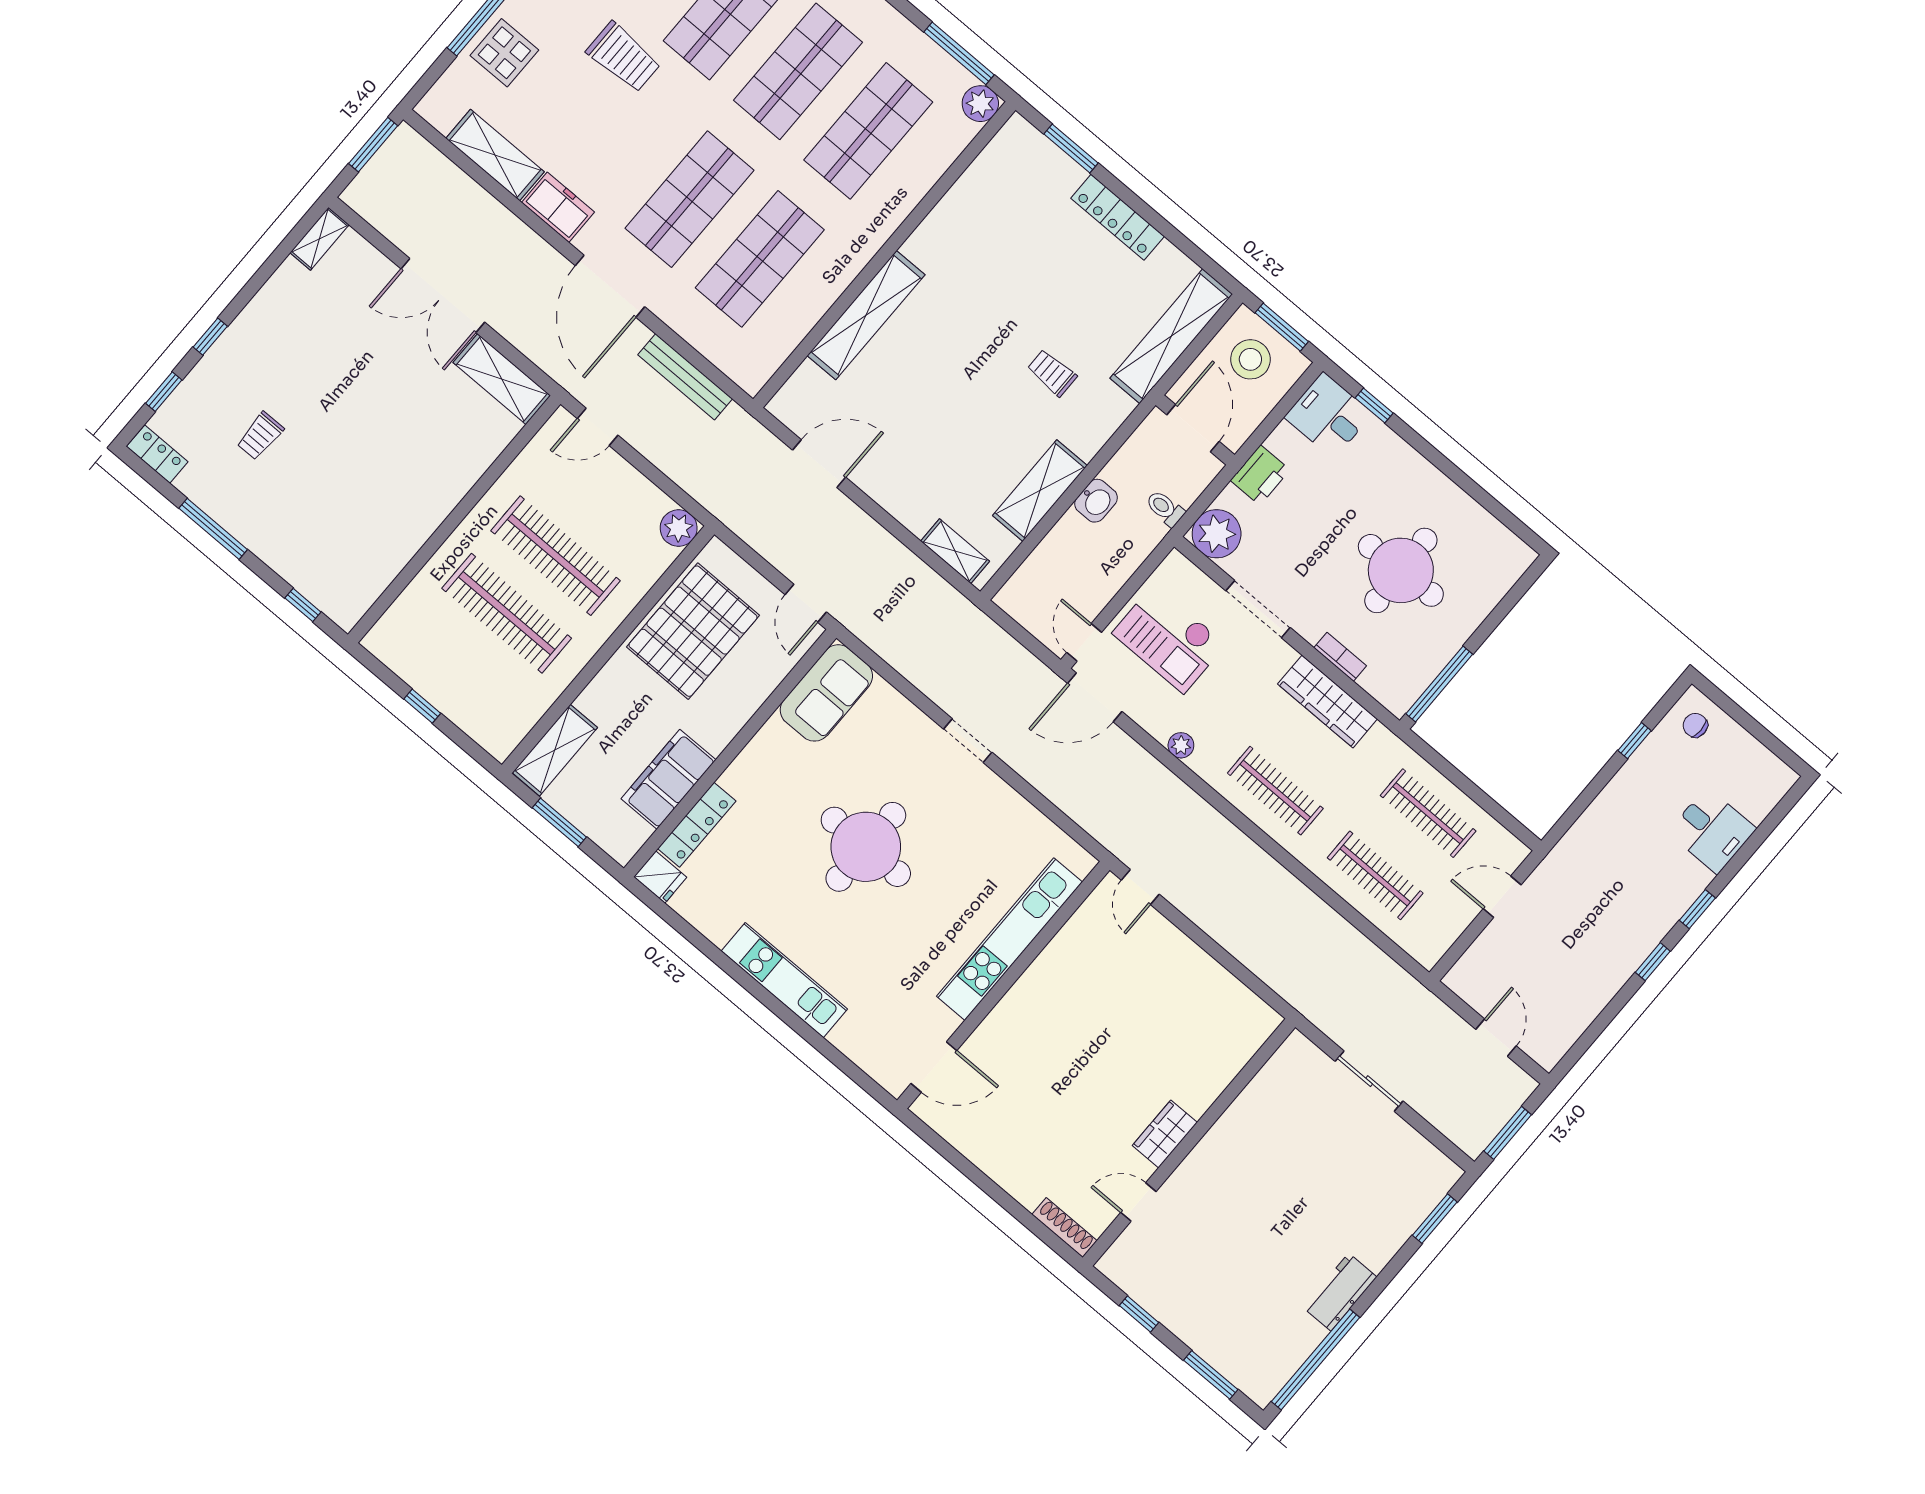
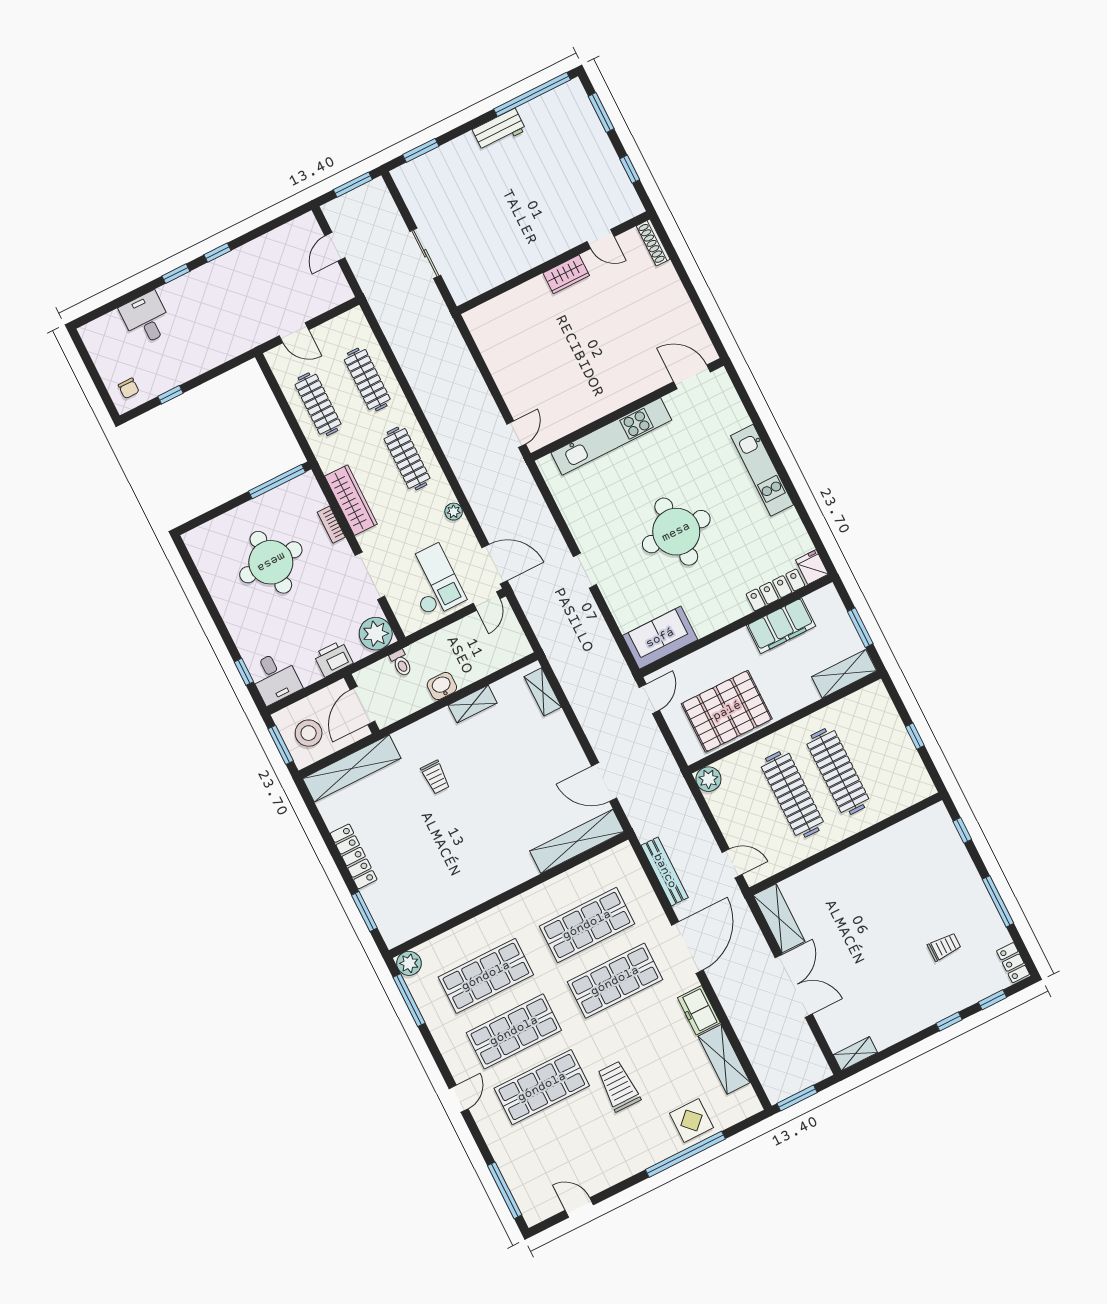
shelving: (866, 315) -> (577, 841), moved
shelving: (1040, 491) -> (473, 704), width x0.67, depth x0.75

